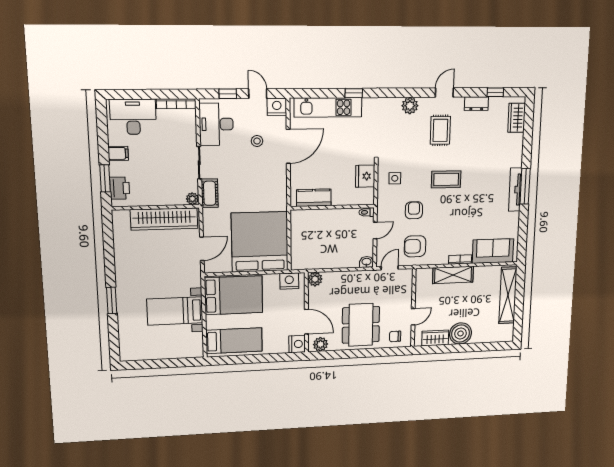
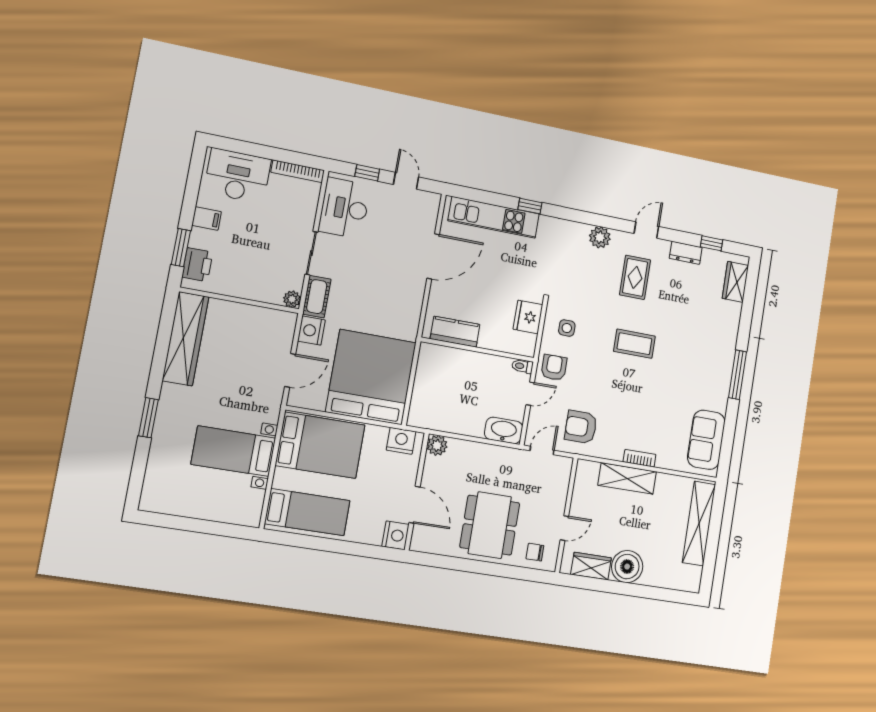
nightstand: (277, 107) -> (311, 331), moved, turned -90
stool: (257, 141) -> (393, 241), removed
tv unit: (515, 190) -> (724, 376), removed
armchair: (414, 210) -> (554, 368), moved
wardrobe: (164, 219) -> (186, 339), moved, turned -90
sofa: (493, 251) -> (706, 440), moved, turned -90
washbasin: (366, 262) -> (504, 430), width x1.91, depth x1.45
plant: (320, 344) -> (428, 542), removed

